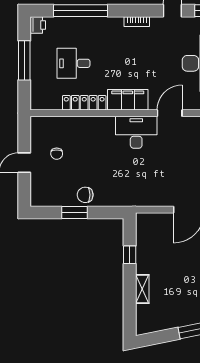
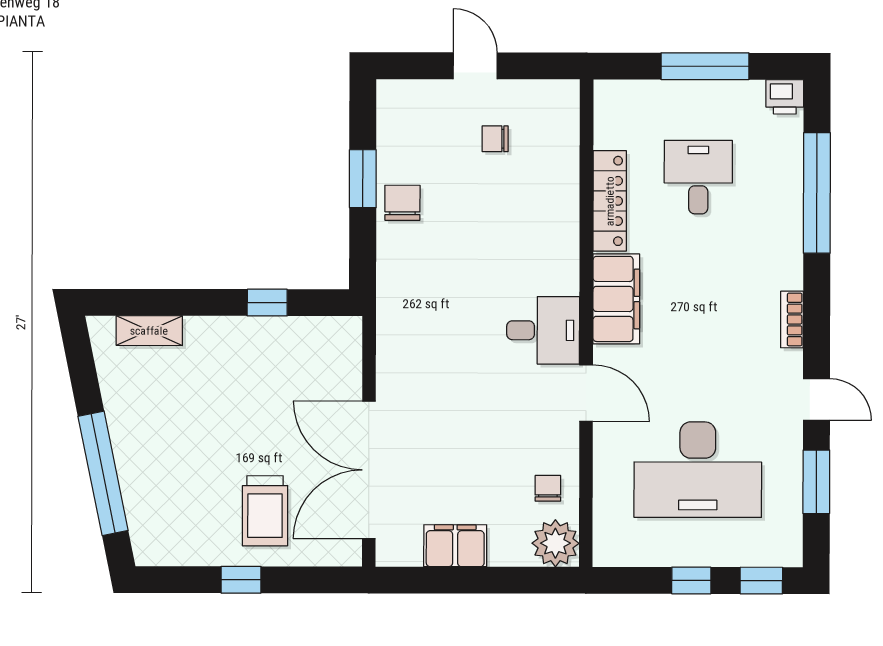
desk: (136, 132) -> (543, 330), width x0.73
shelving: (142, 289) -> (149, 331), moved

